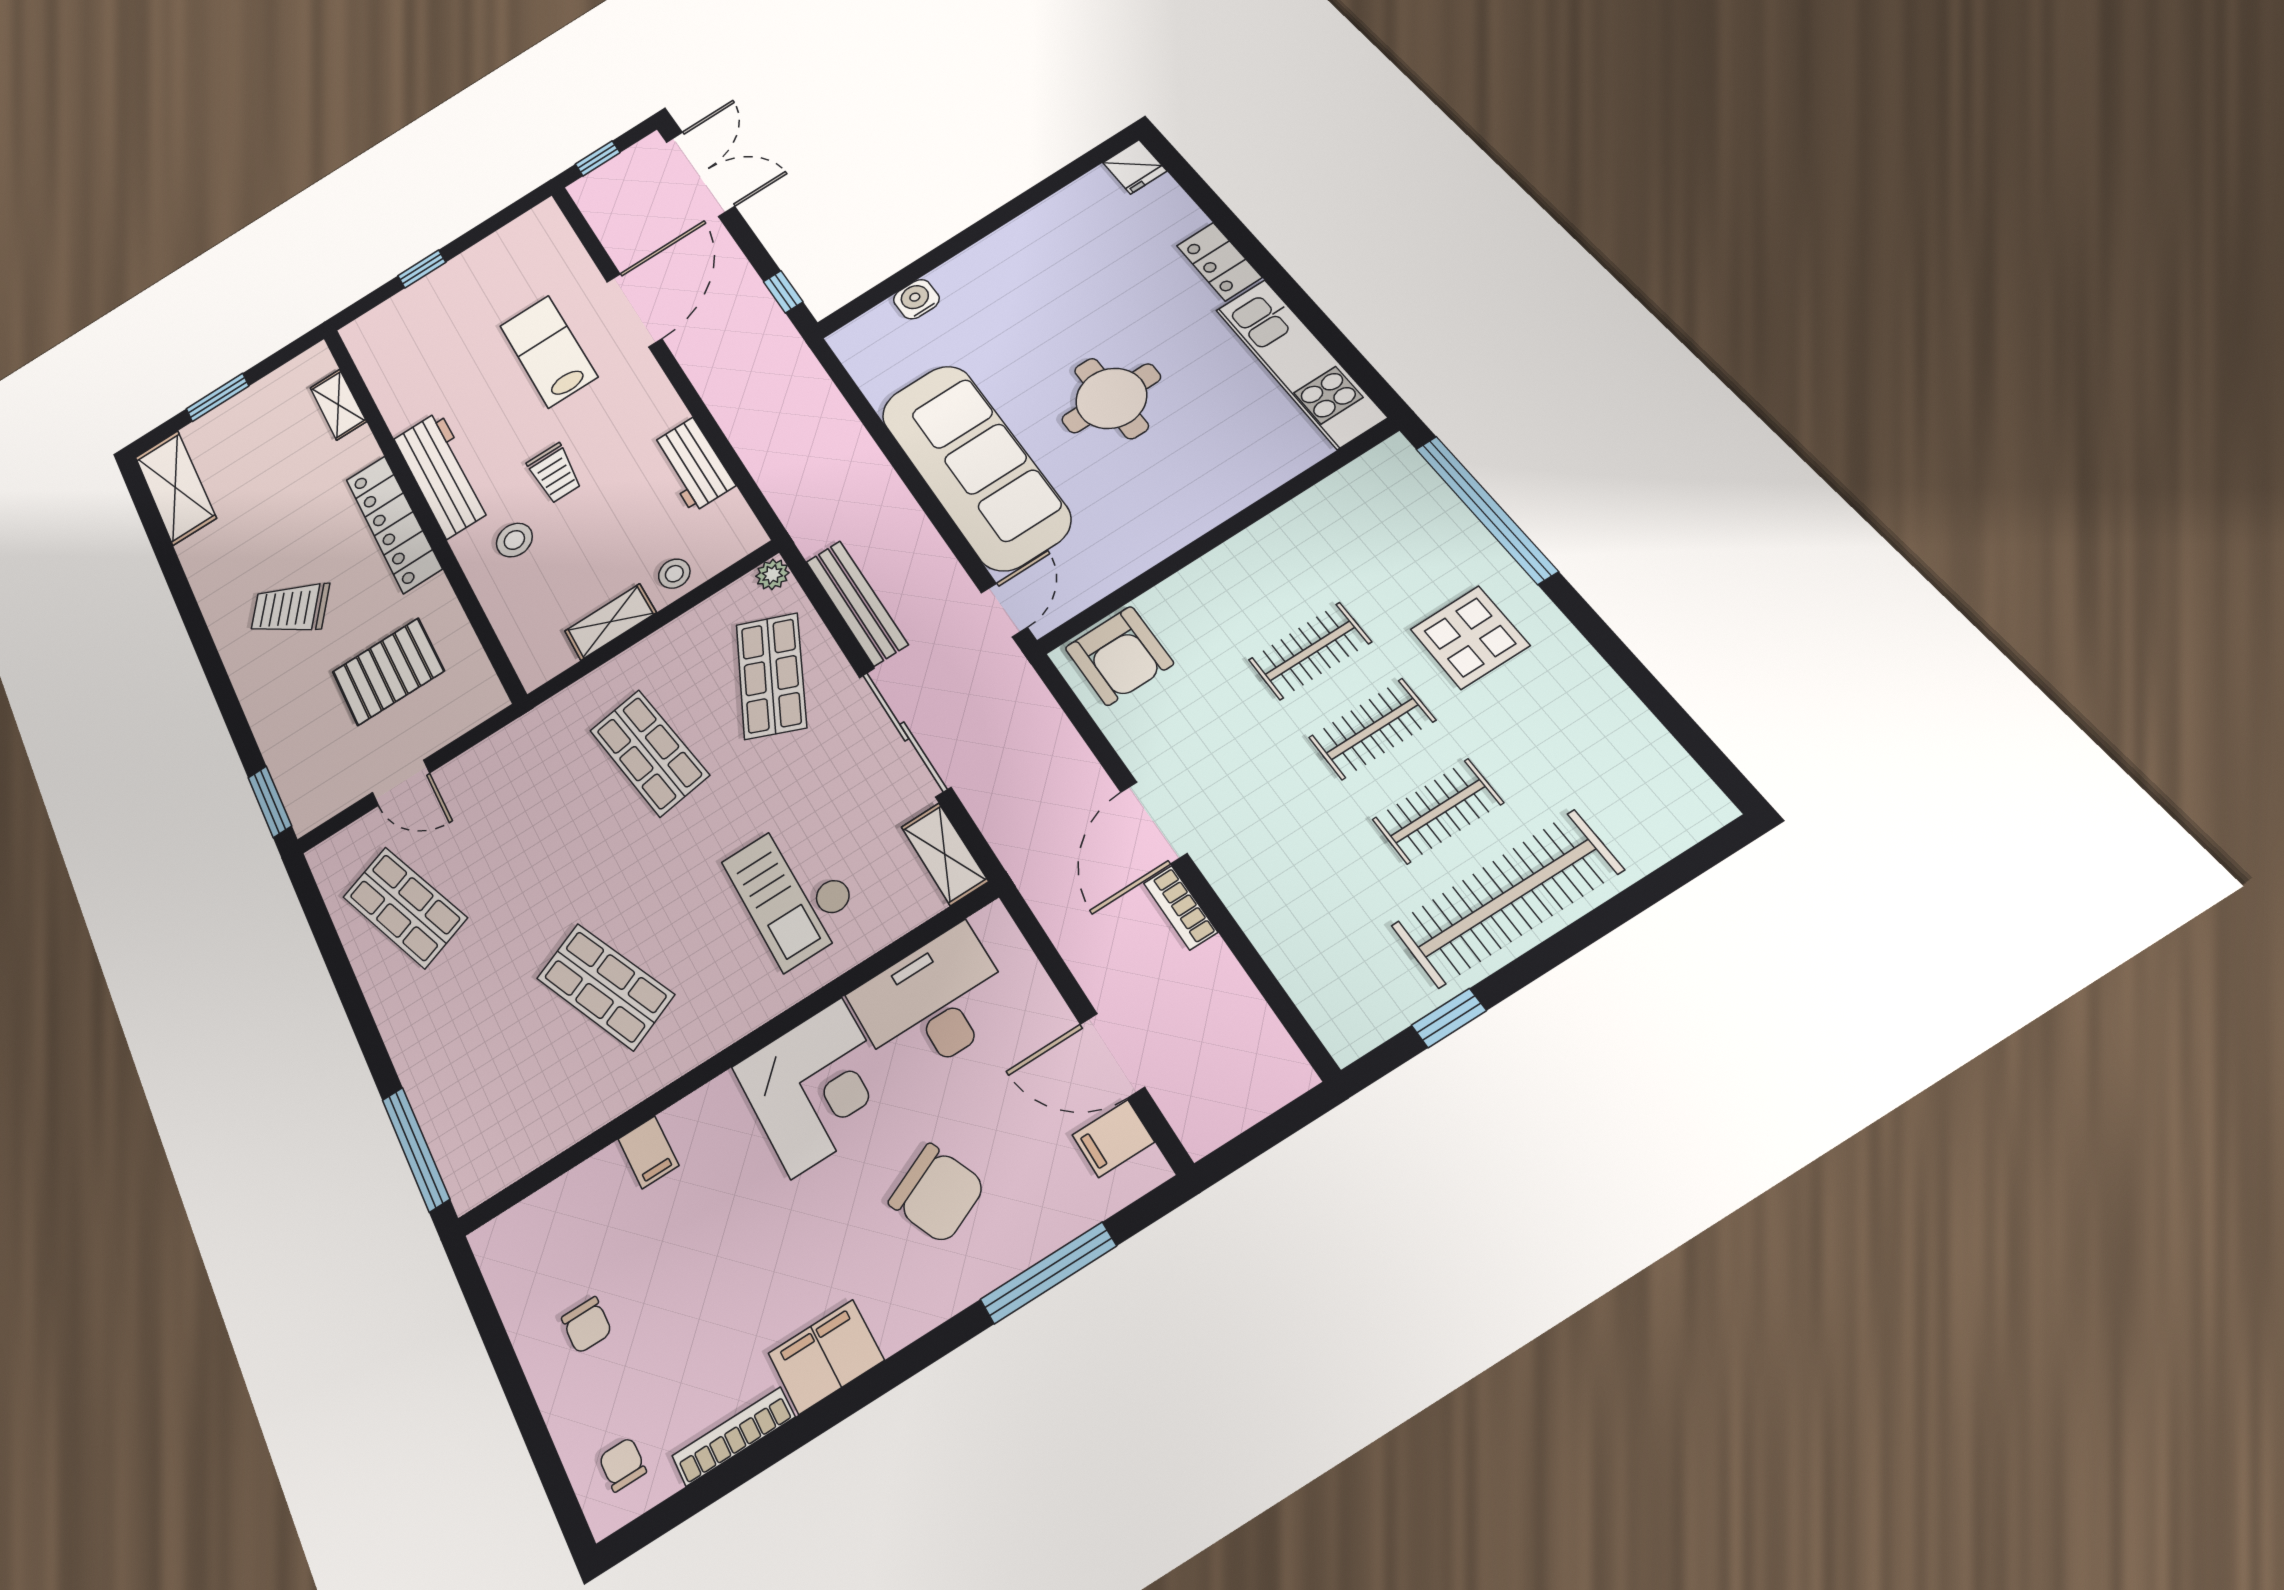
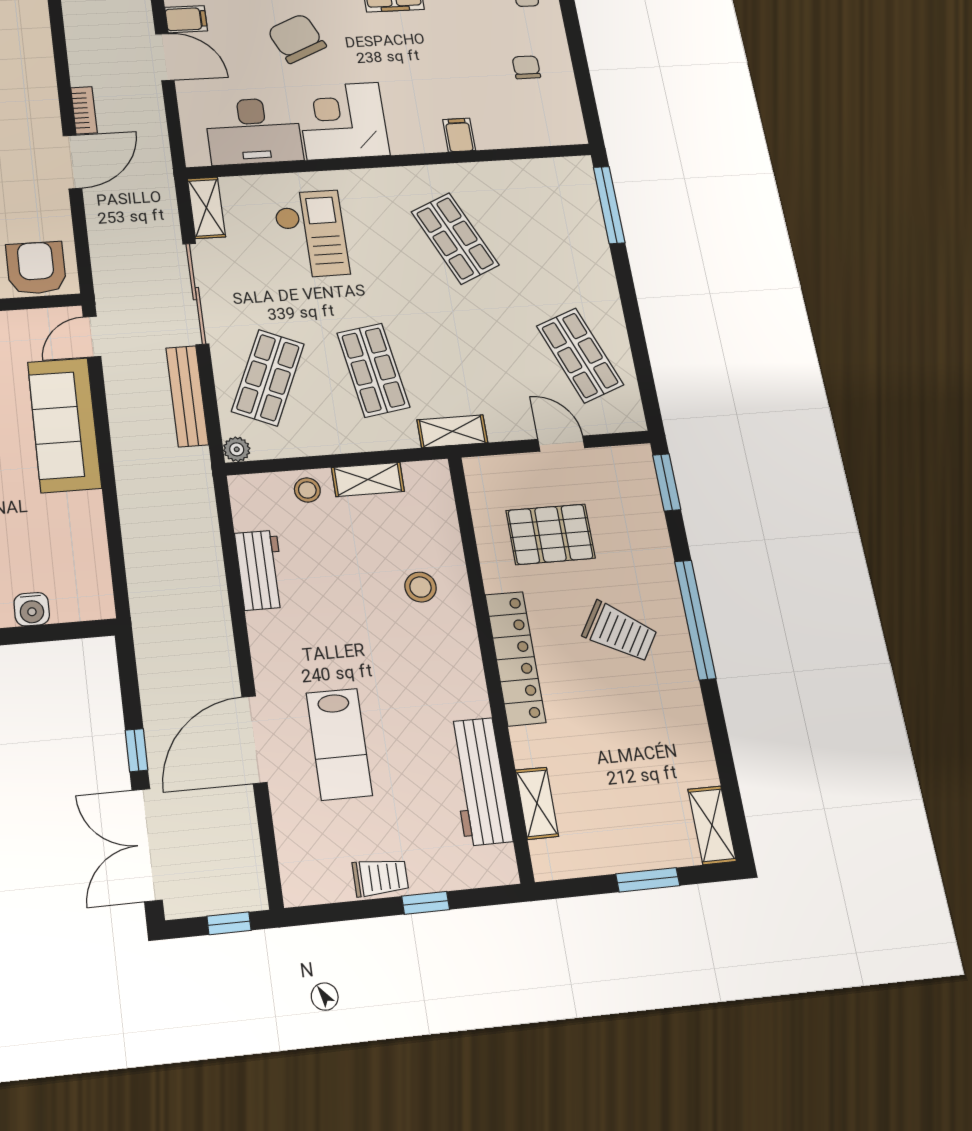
window: (783, 292) -> (136, 750), moved
sofa: (974, 466) -> (64, 425), width x0.74, depth x0.79
trolley: (554, 473) -> (380, 877), moved, turned 90
workbench: (443, 474) -> (479, 781), moved
shelving: (175, 487) -> (712, 825), width x0.67, depth x0.75
window: (212, 664) -> (695, 620), added
shelving: (532, 729) -> (452, 431), added

